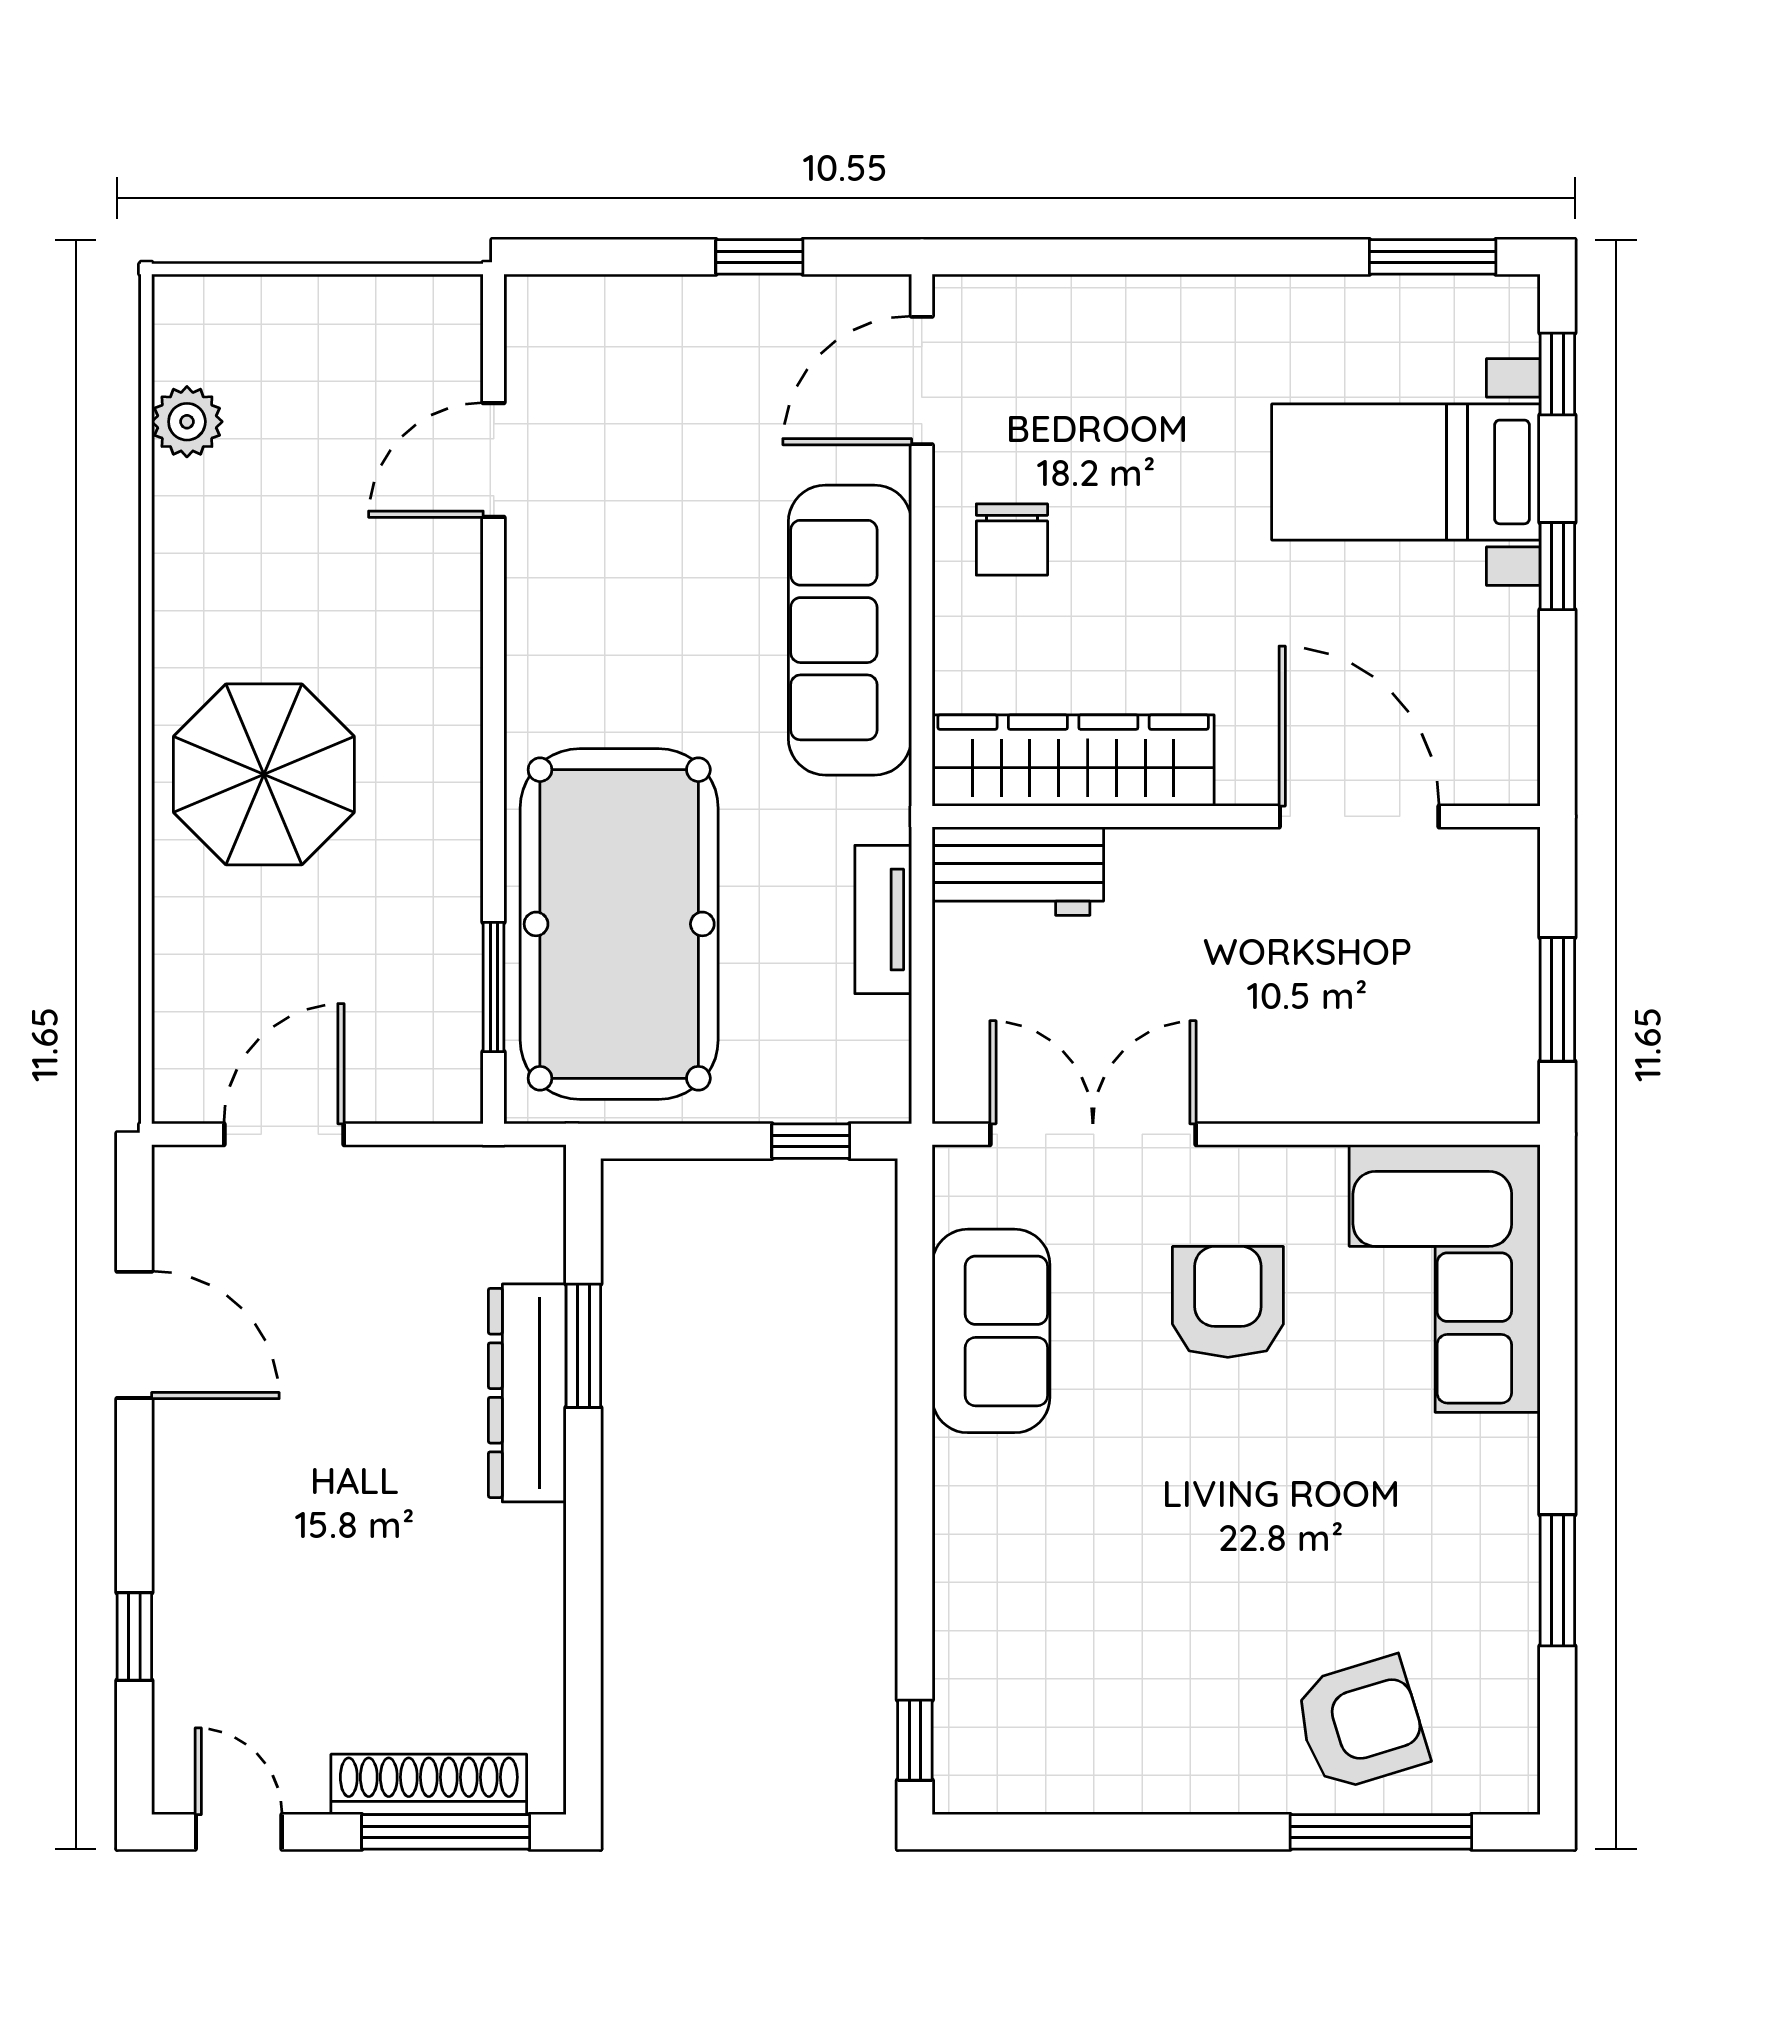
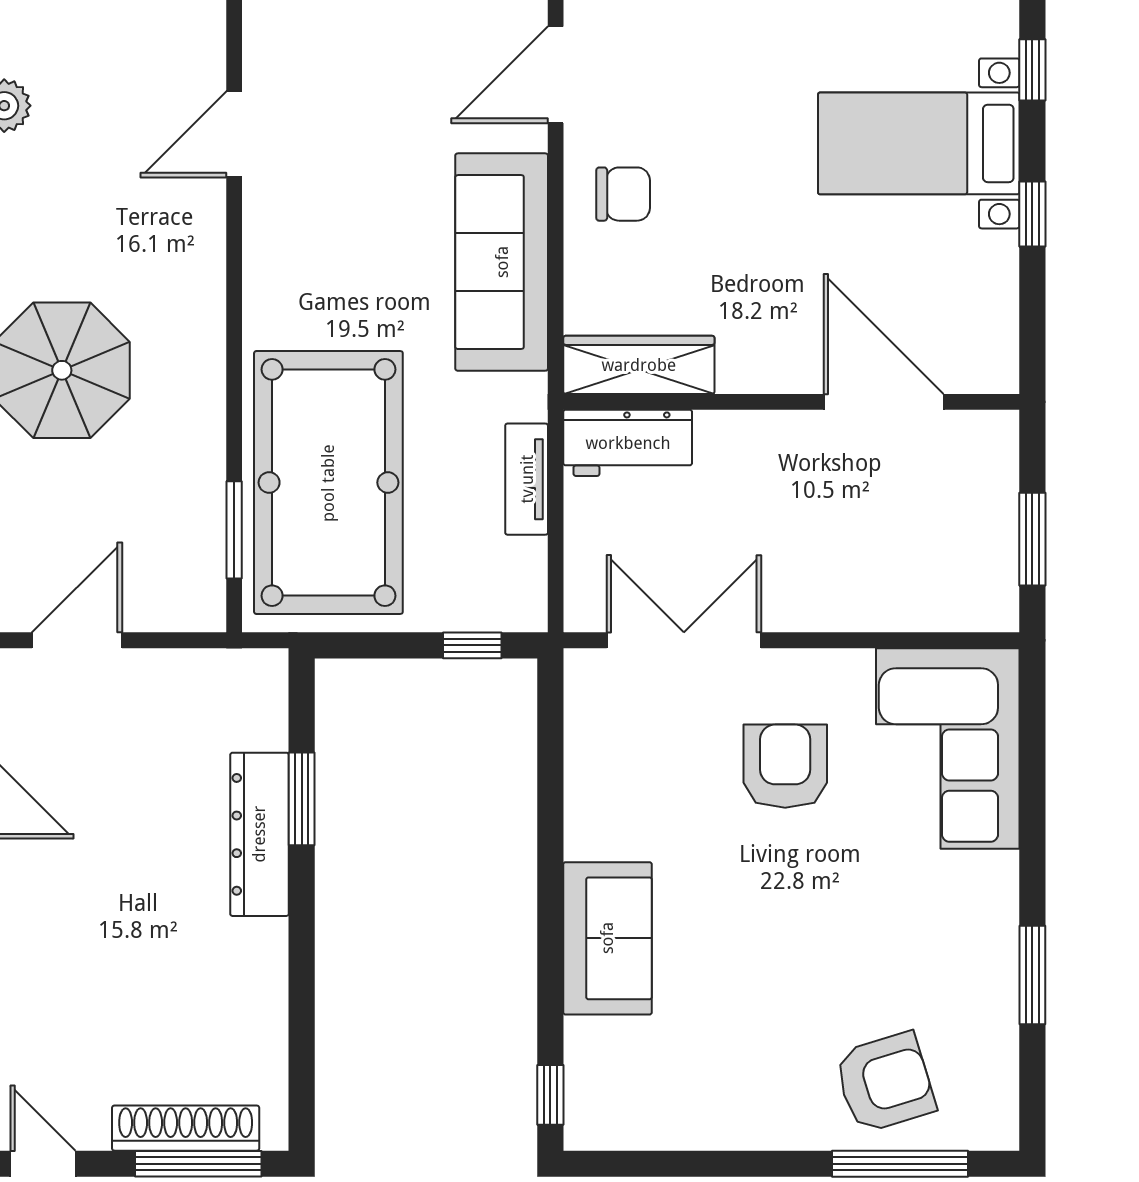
chair: (1012, 540) -> (623, 194), turned -90
wardrobe: (1073, 760) -> (639, 365), width x0.71, depth x0.85
sofa: (991, 1331) -> (607, 938), moved

